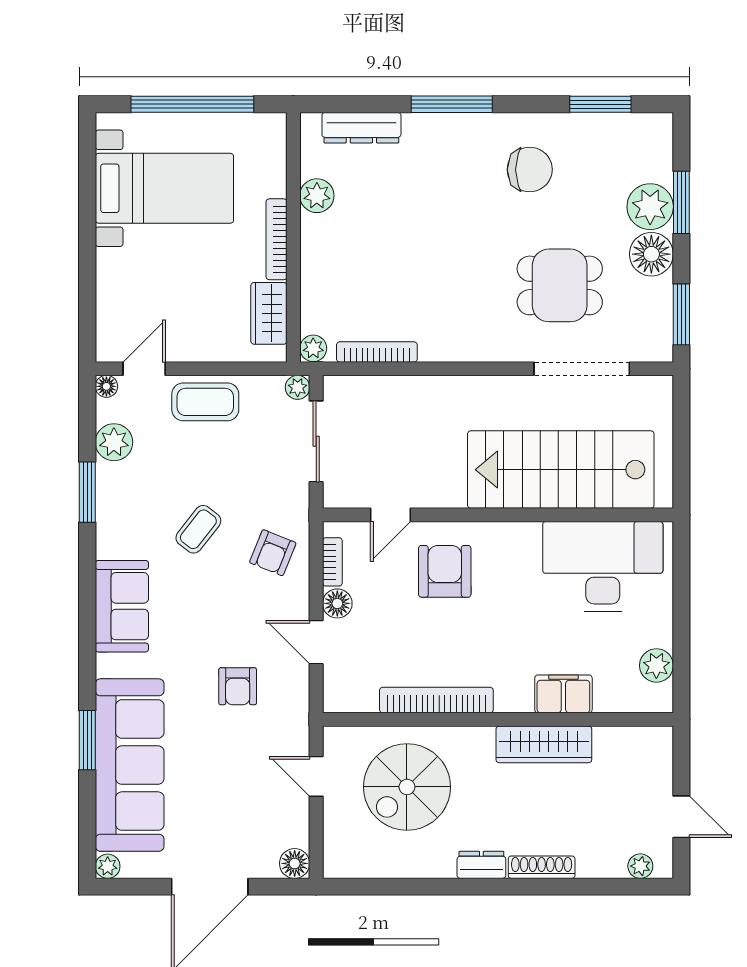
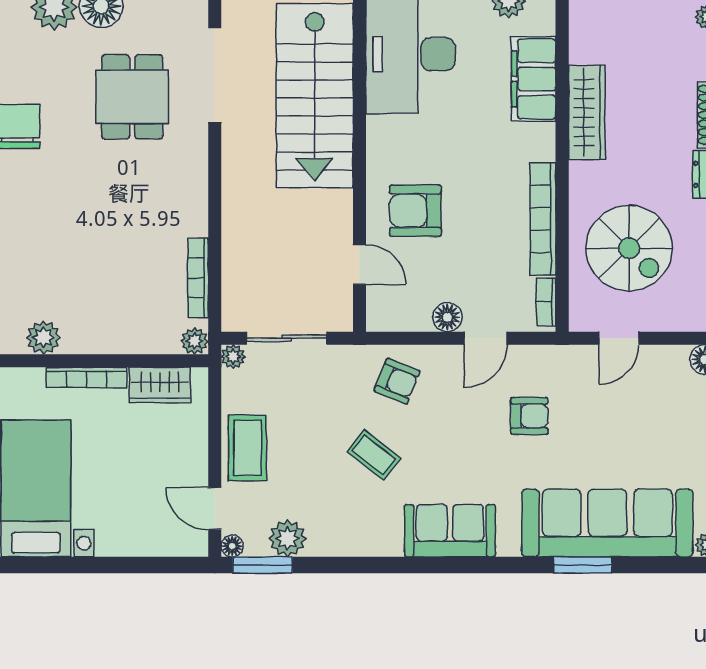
window: (87, 492) -> (263, 565), moved
bookcase: (332, 562) -> (546, 302), moved, turned -90
filing cabinet: (563, 694) -> (534, 79), width x1.50, depth x1.17

